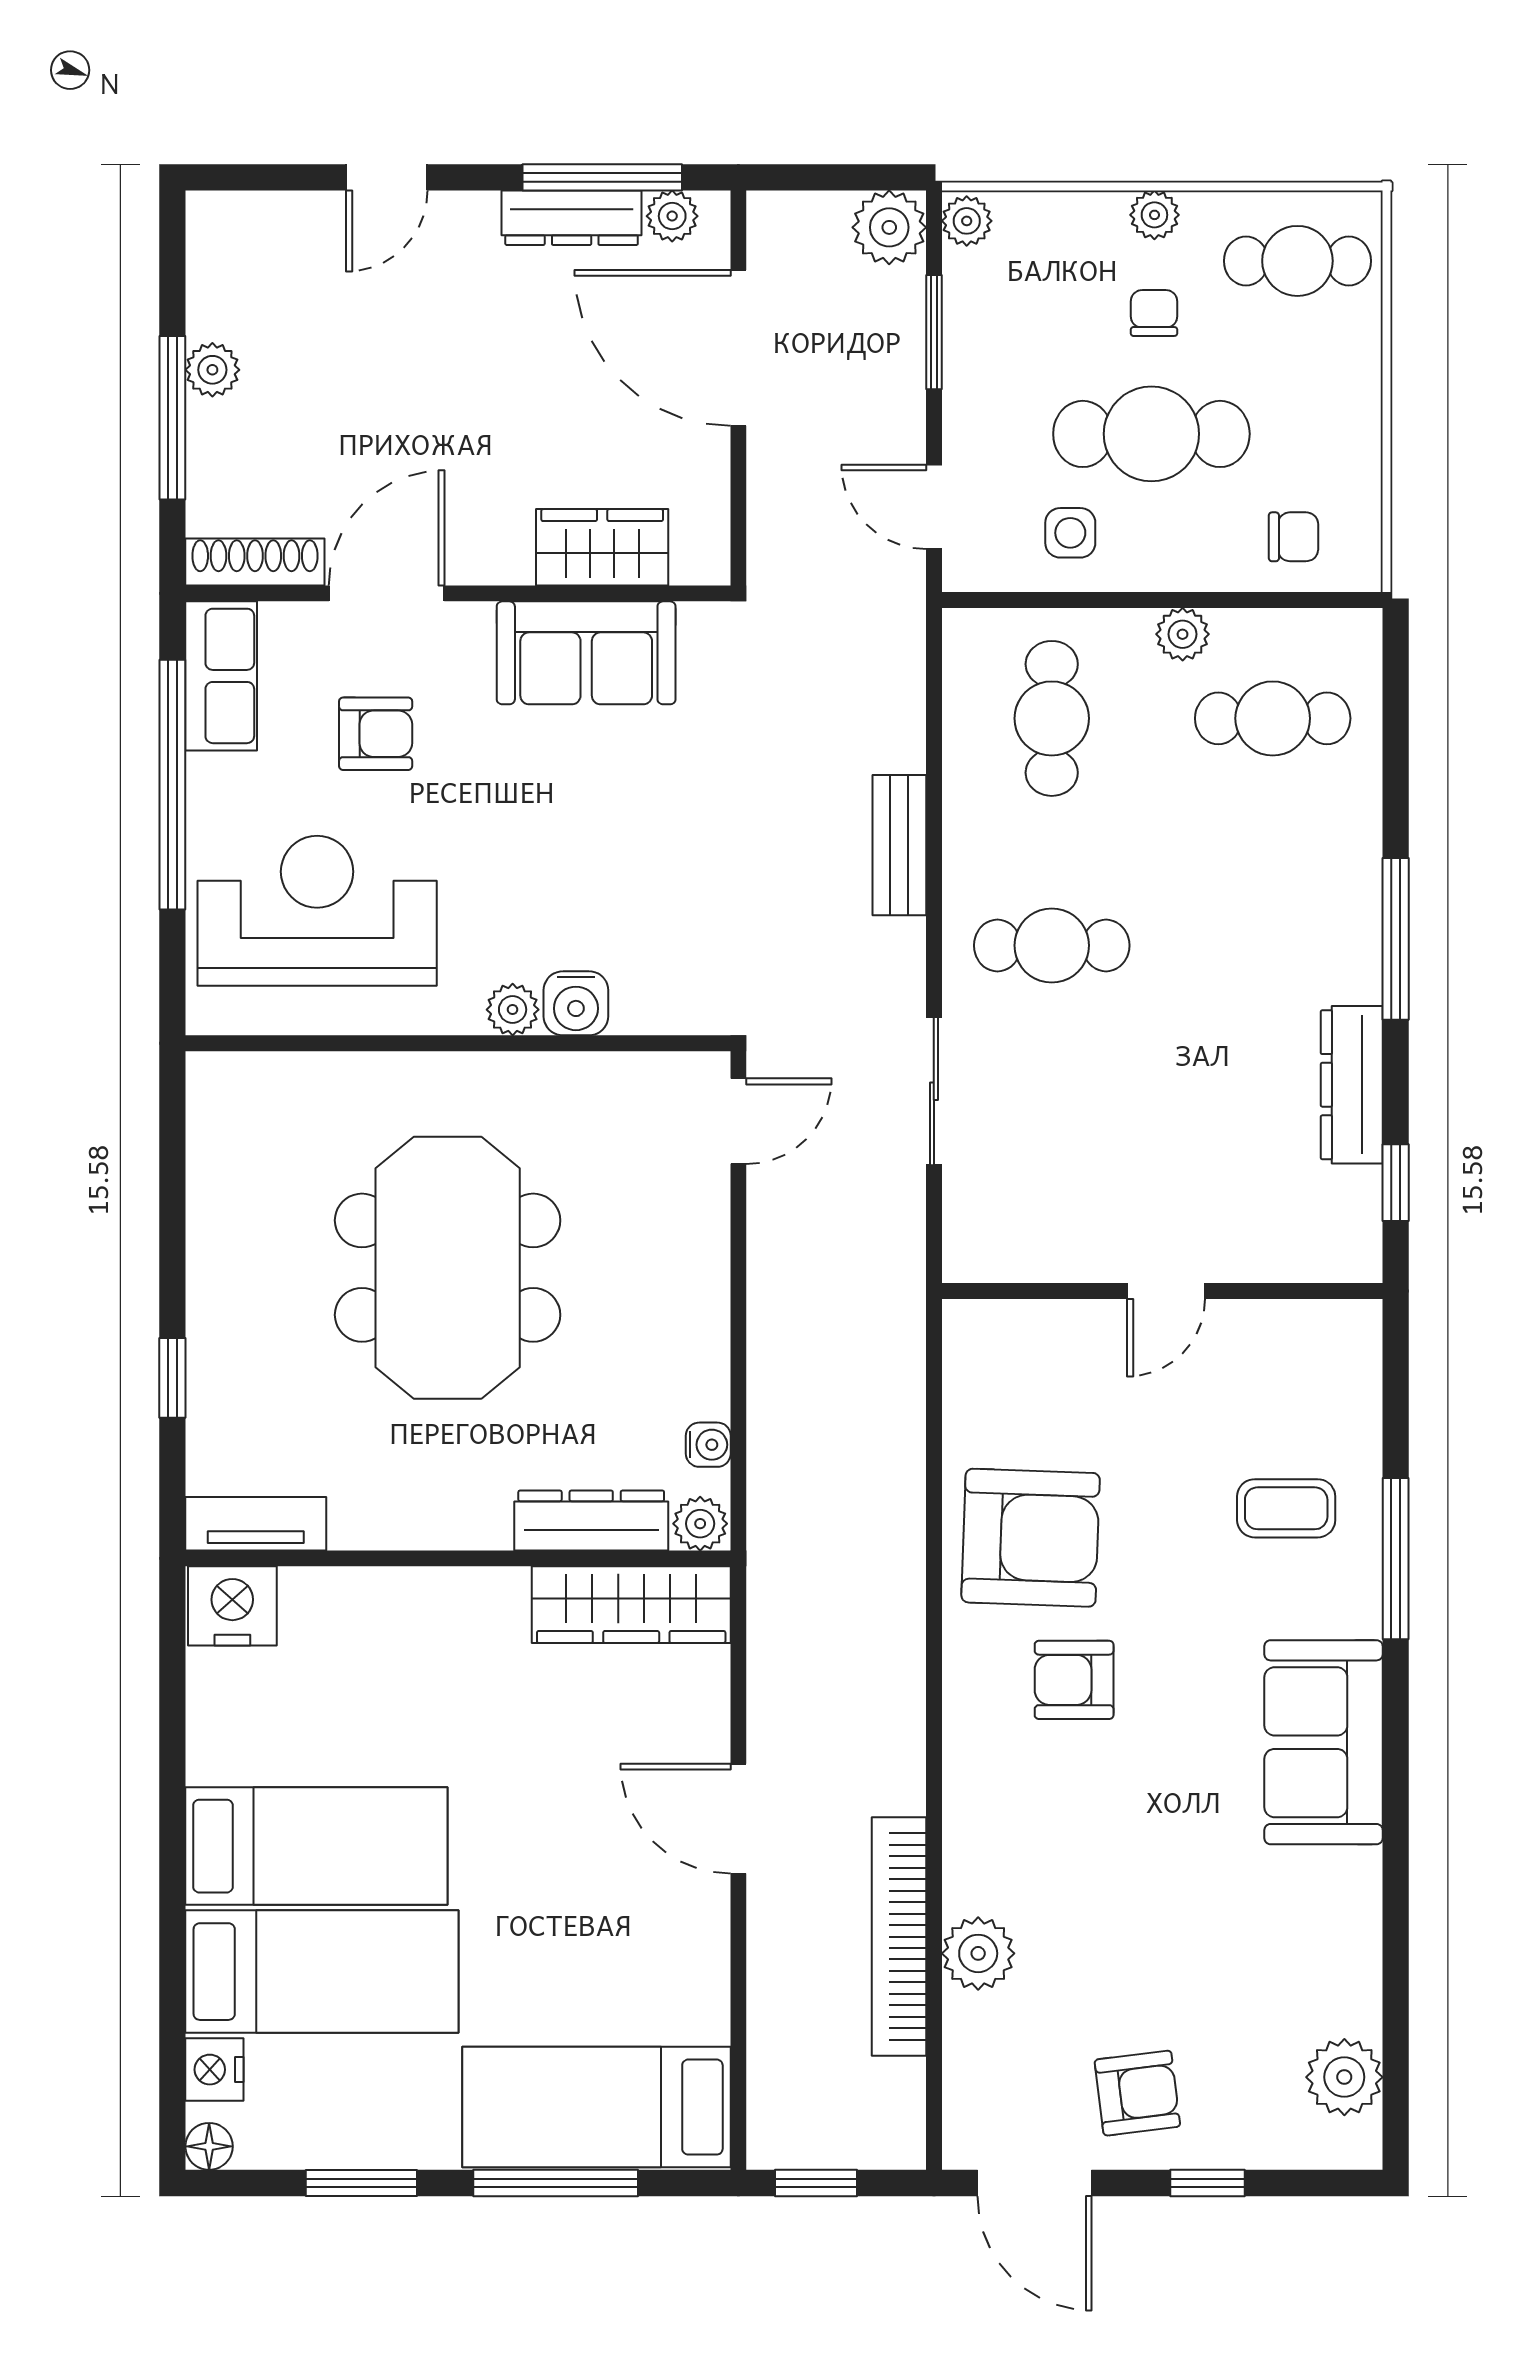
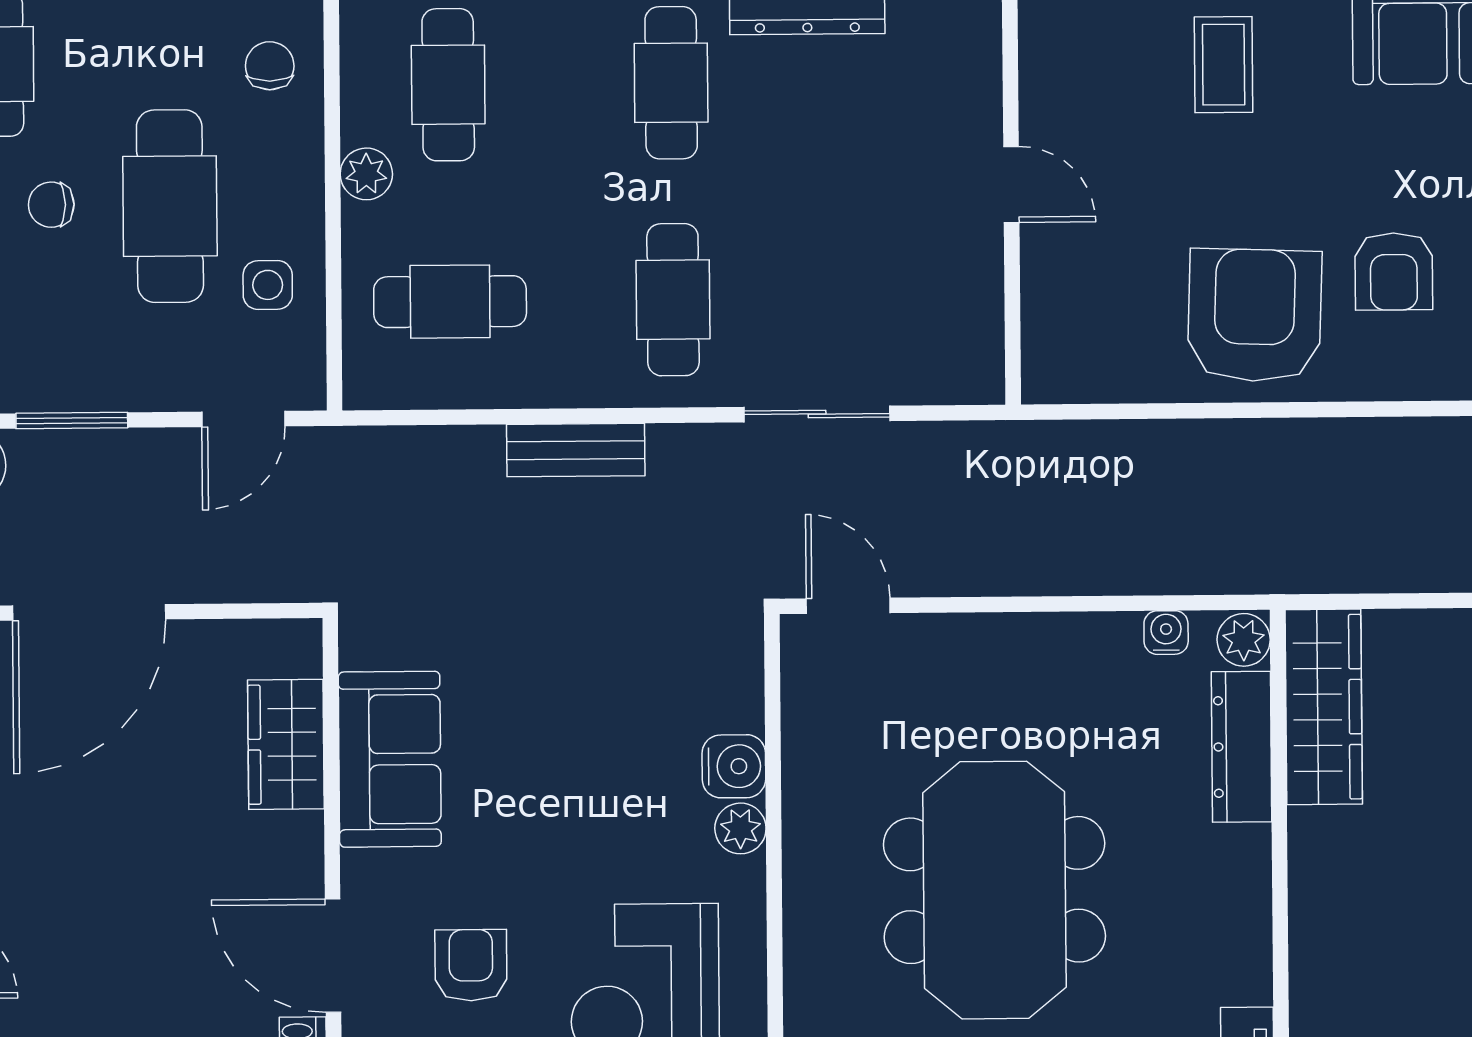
cafe table: (1273, 945) -> (671, 83), added
meeting table: (448, 1268) -> (994, 890), turned 90

